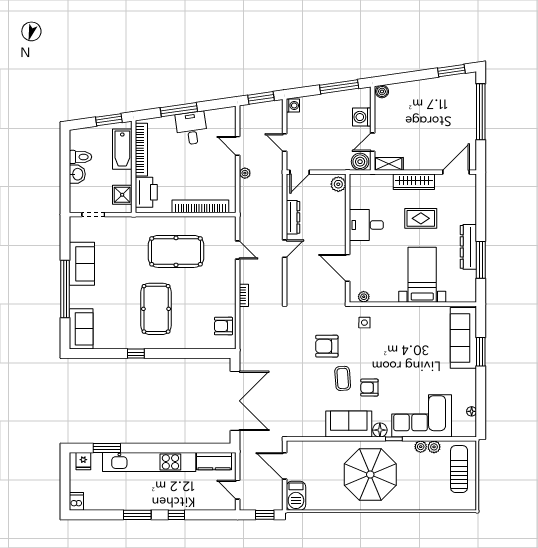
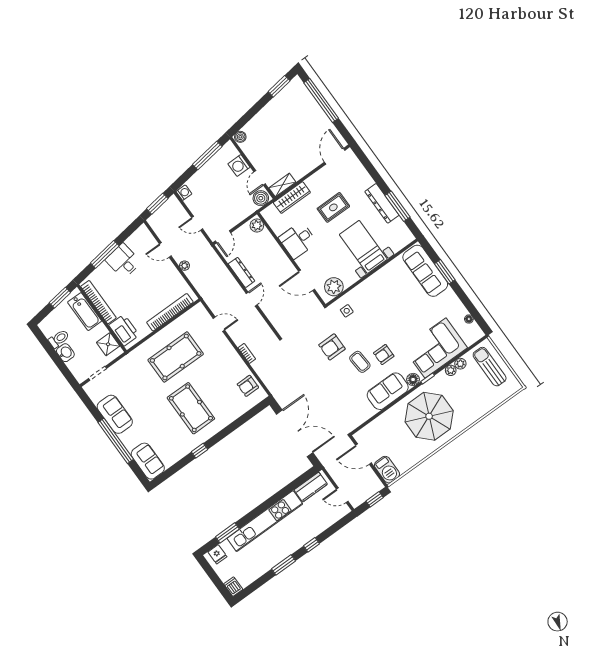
wardrobe: (414, 182) -> (292, 198), moved
plant: (364, 297) -> (334, 287), width x1.88, depth x1.88

